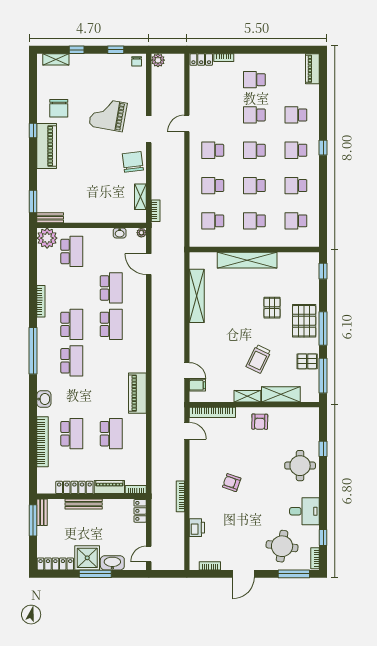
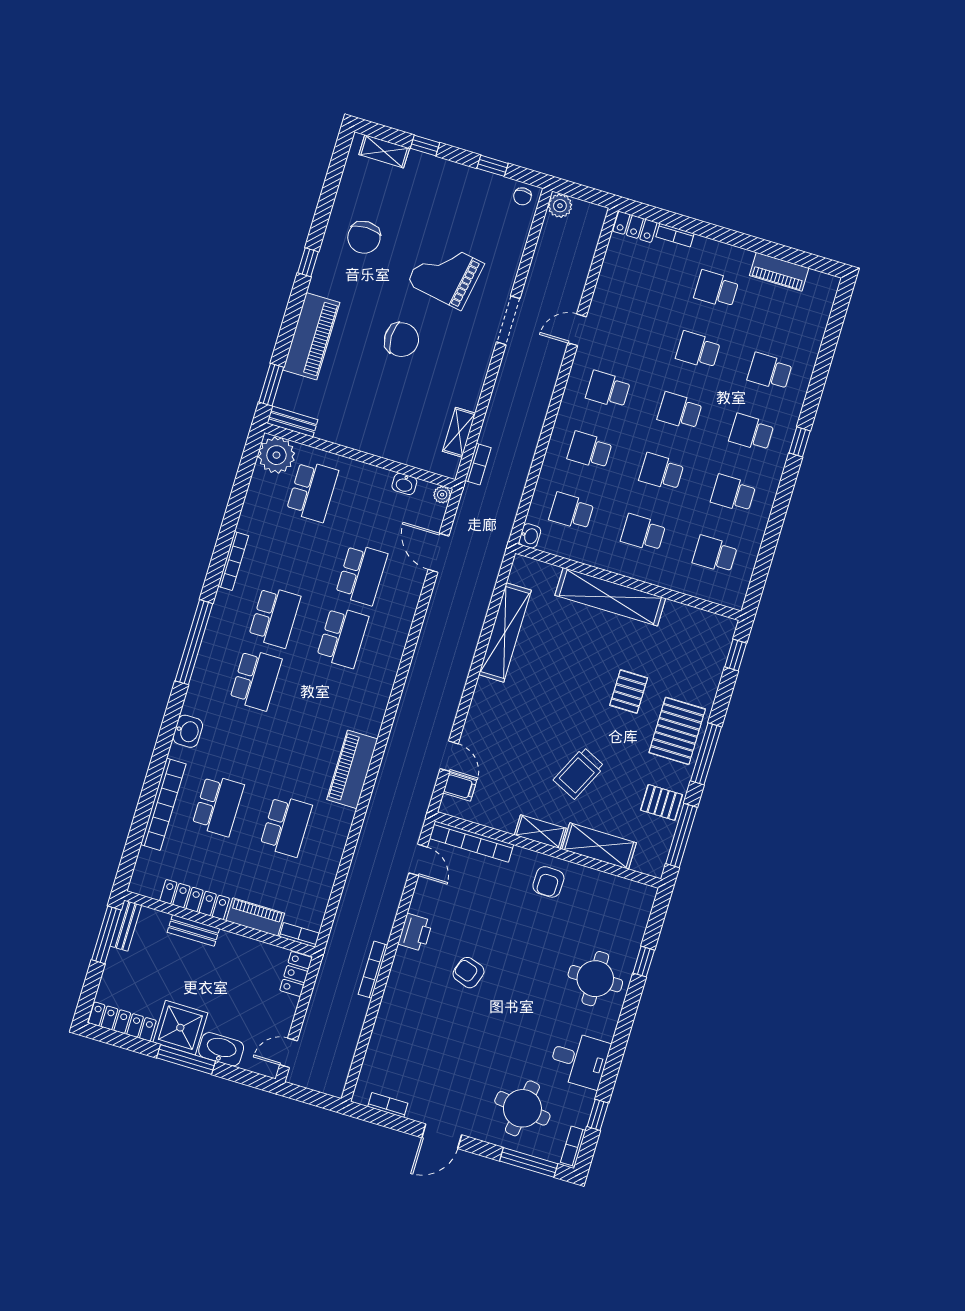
piano: (312, 69) -> (779, 272), moved, turned -90
piano: (47, 146) -> (311, 336), moved
chair: (133, 162) -> (401, 340), moved, turned 97
washbasin: (195, 241) -> (530, 536), added
bench: (84, 504) -> (193, 930), width x0.73
printer: (197, 528) -> (415, 932), moved

